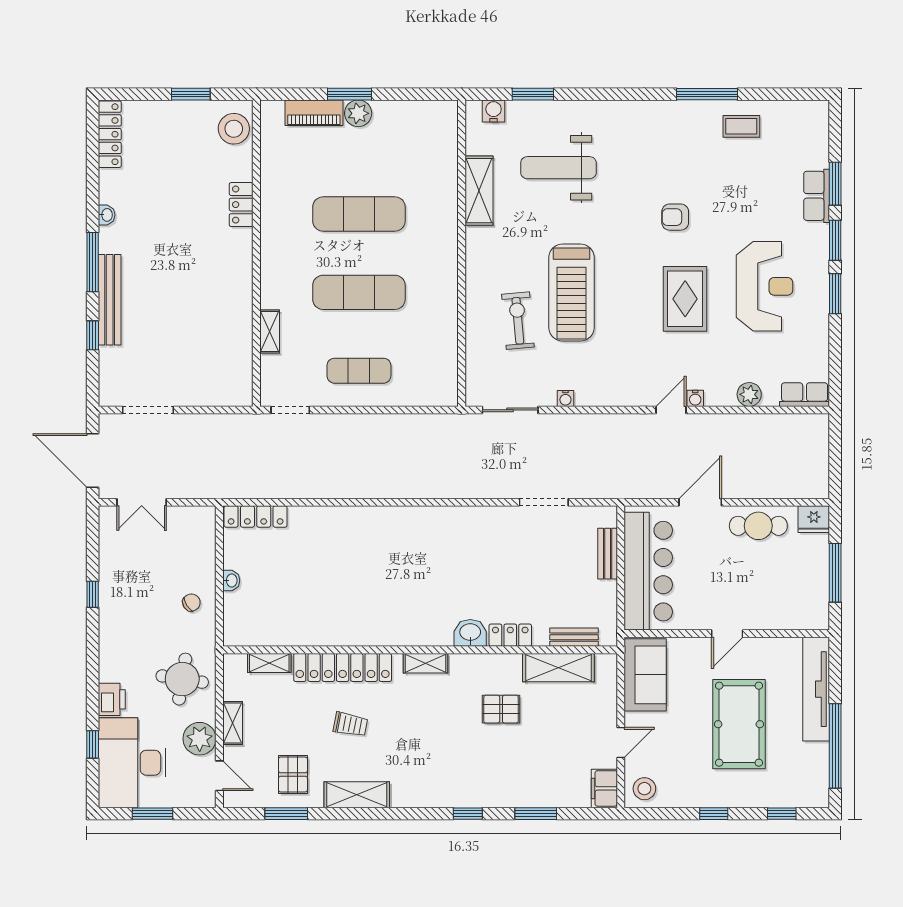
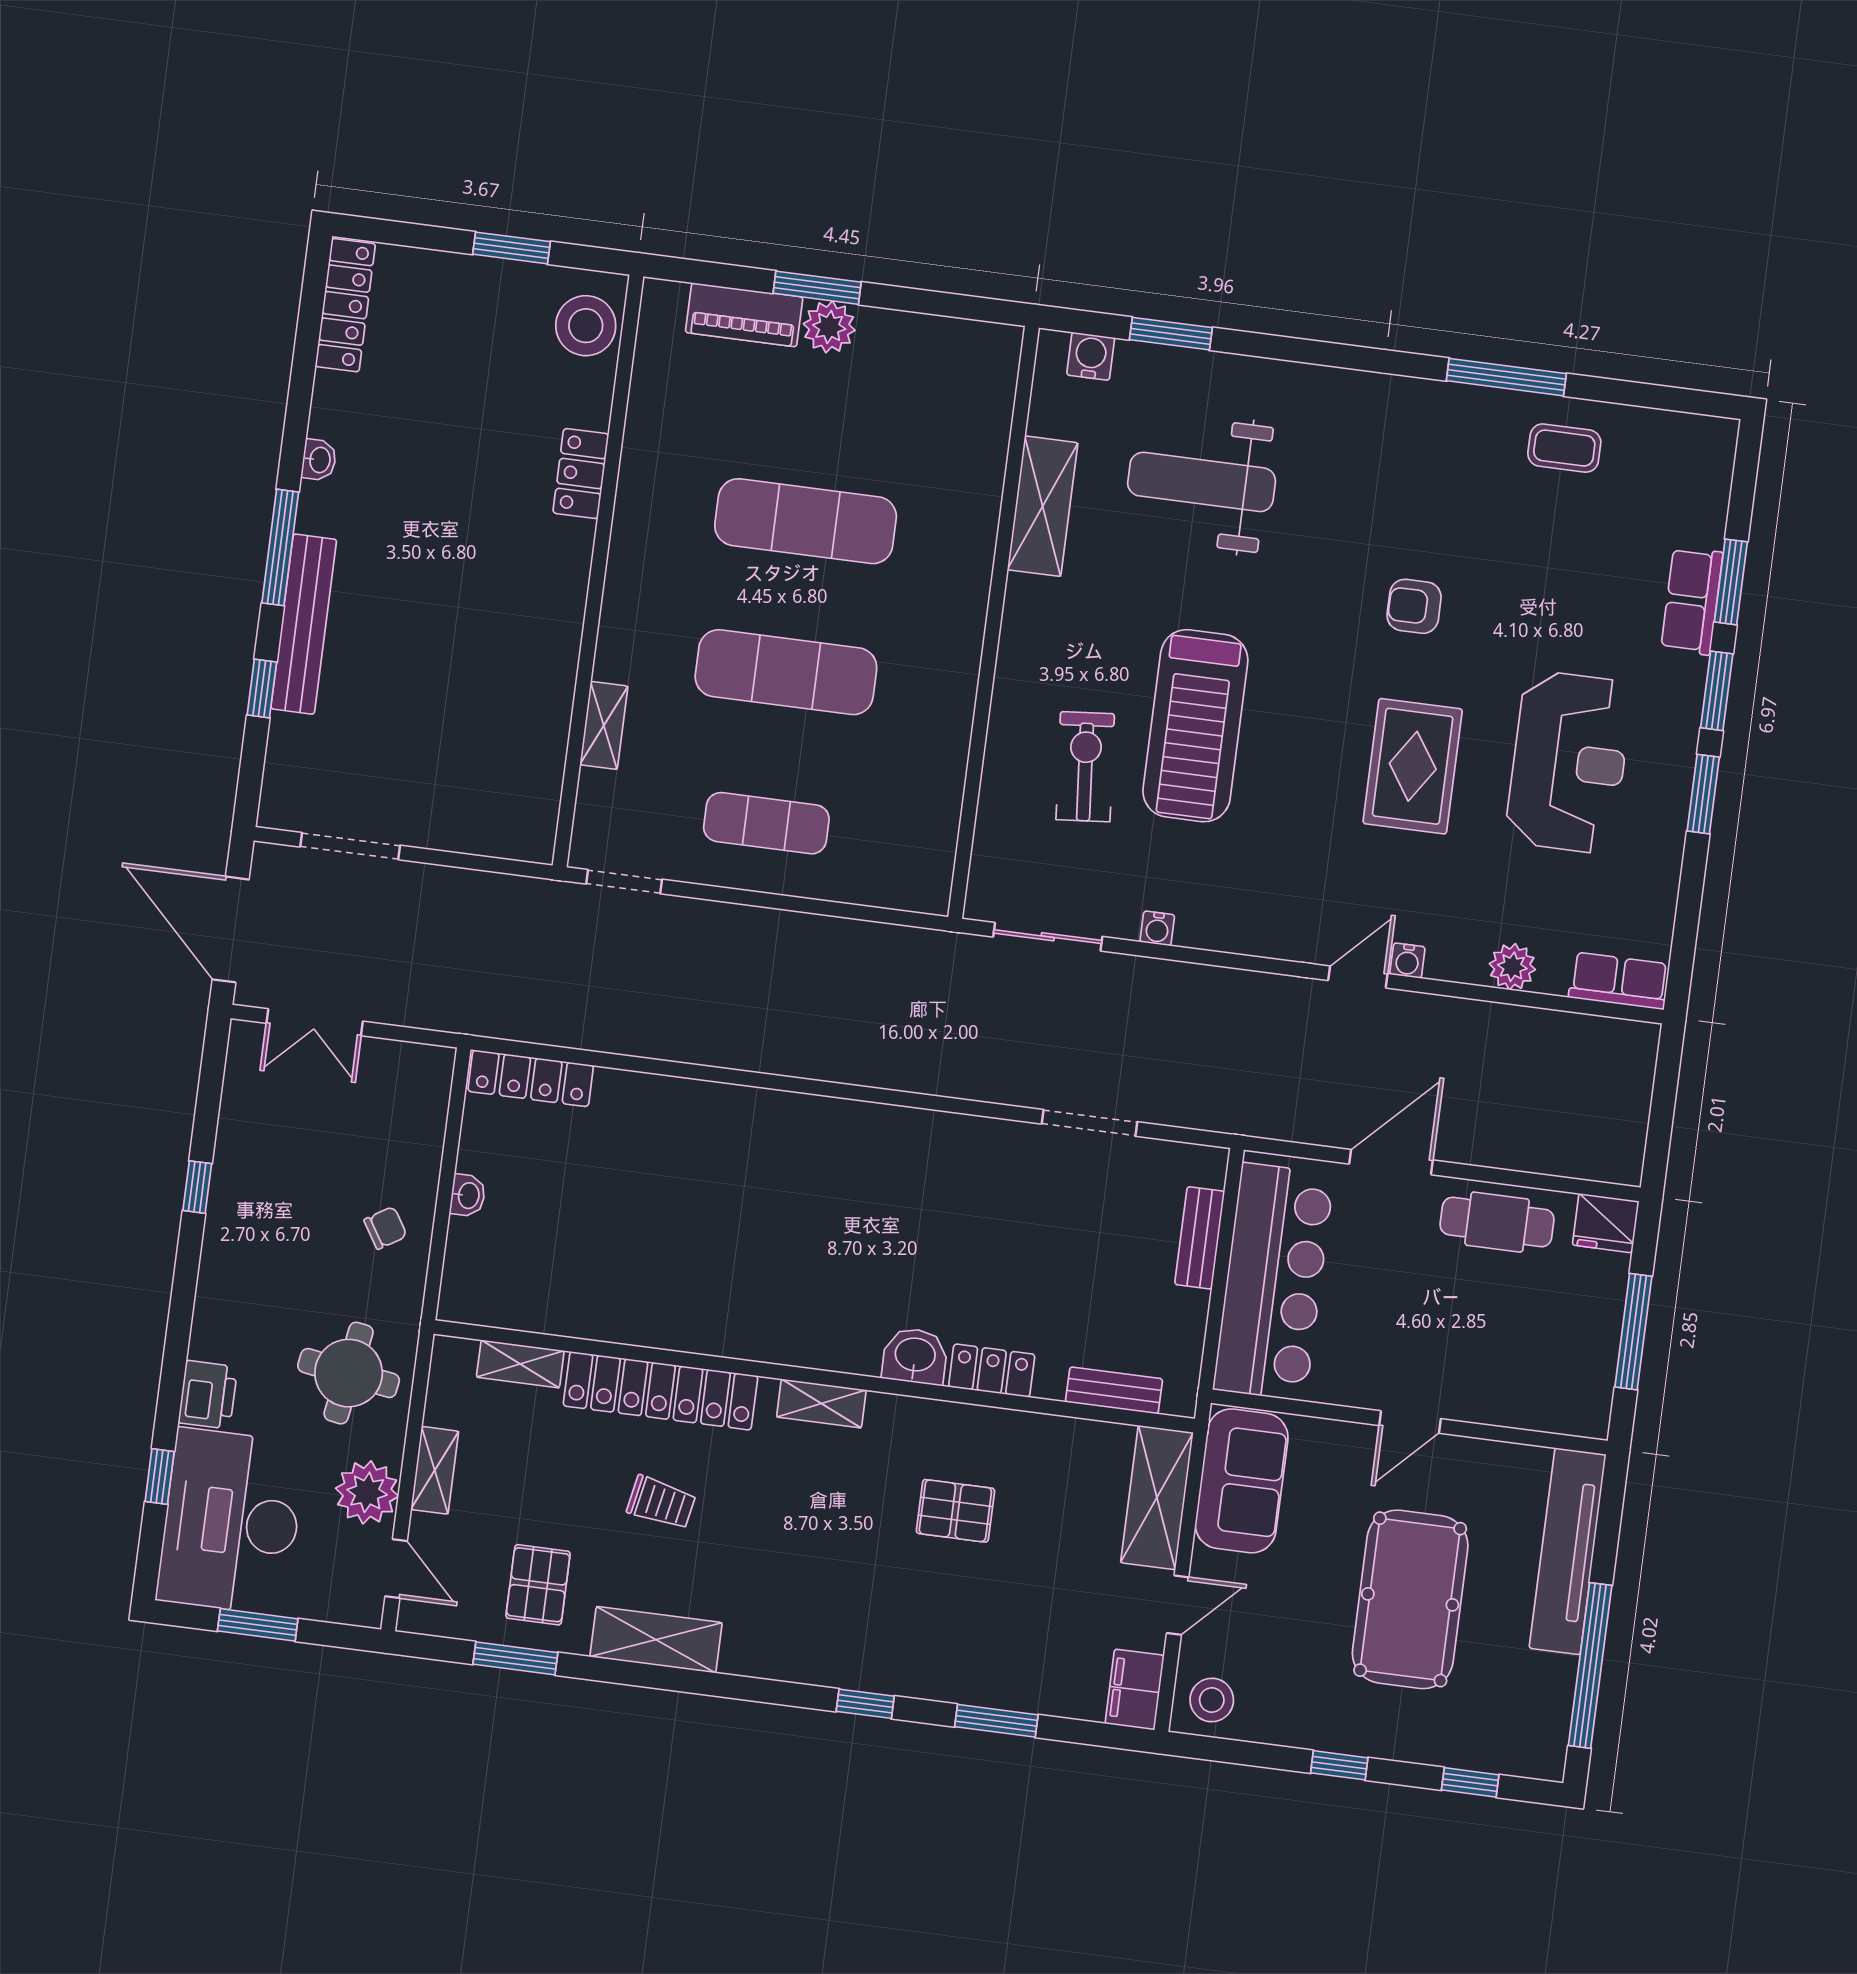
shelving: (558, 668) -> (1157, 1498), moved, turned 90

